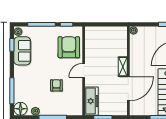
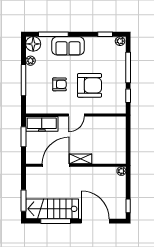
armchair: (69, 47) -> (90, 85), moved
sofa: (22, 51) -> (68, 46), moved
door: (84, 70) -> (76, 115), swing flipped
door: (128, 89) -> (56, 165), swing flipped

